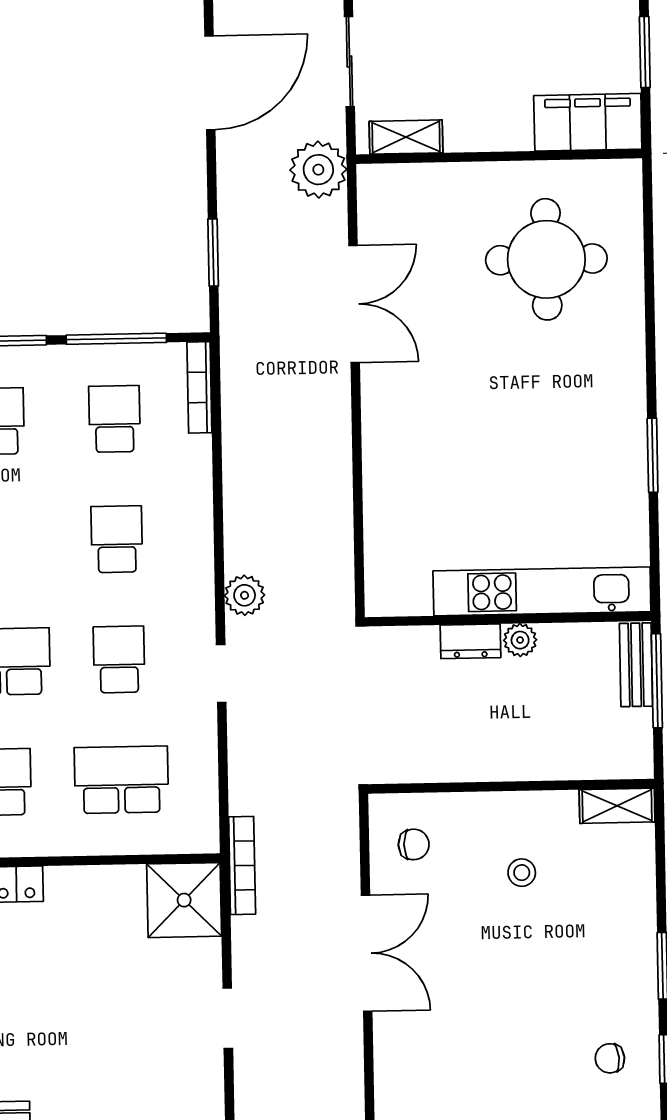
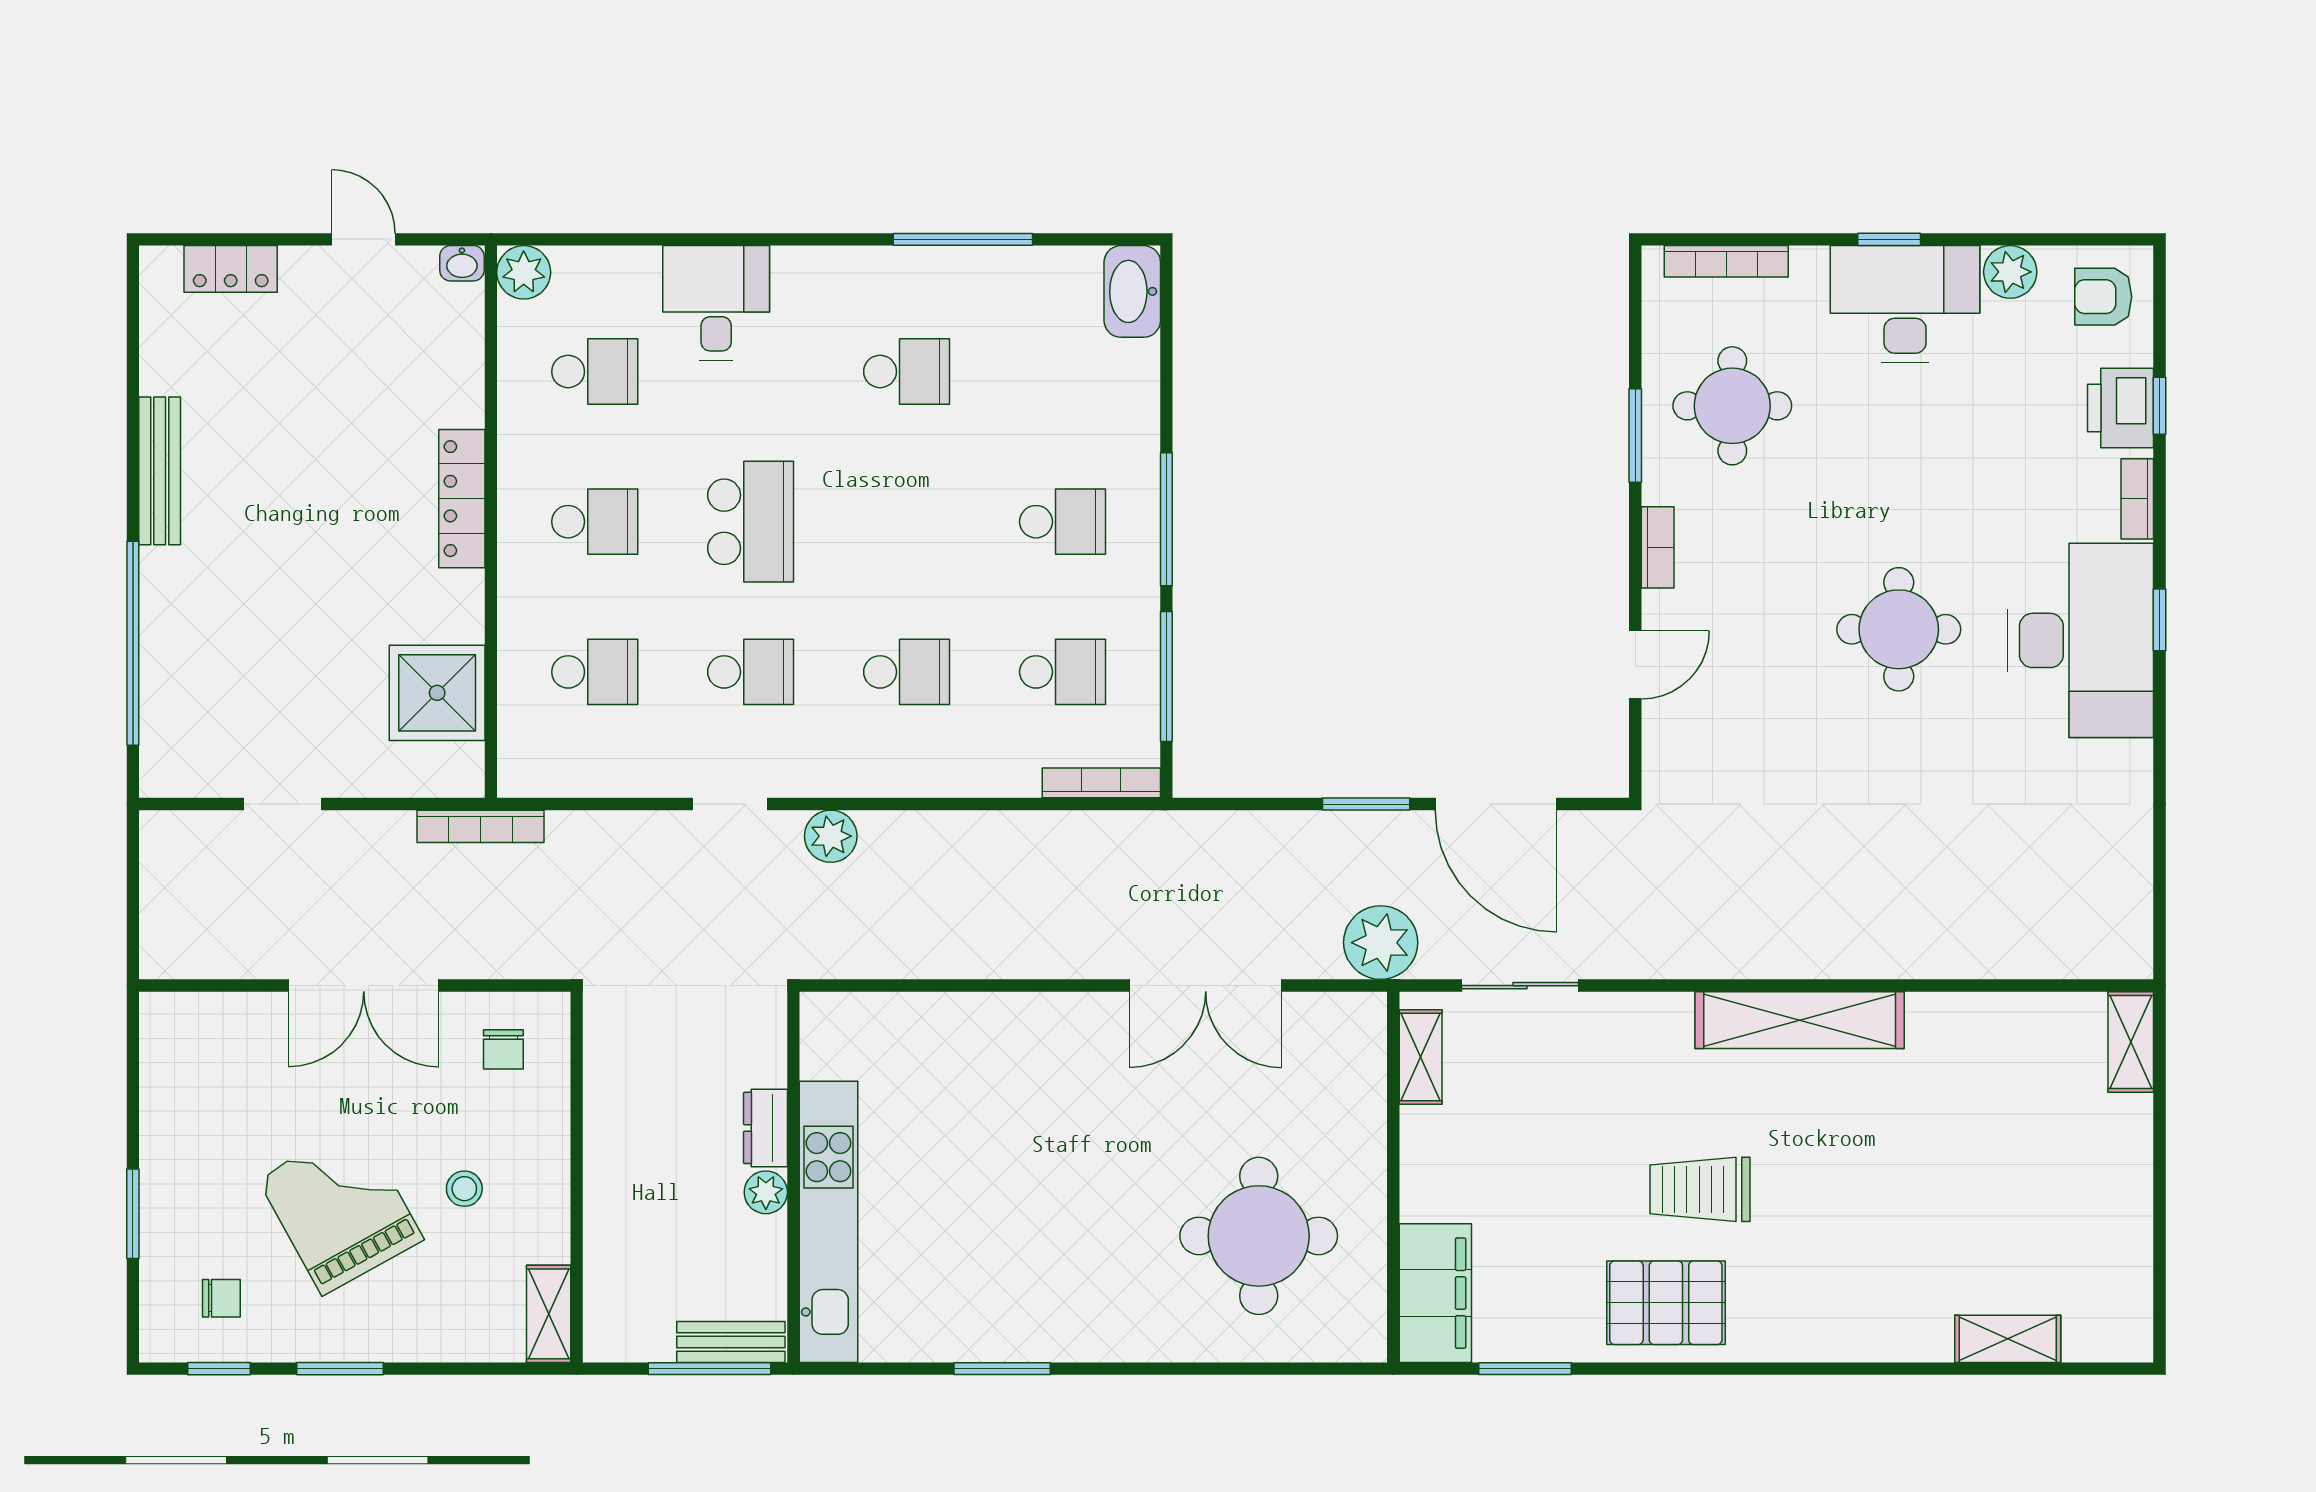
window: (213, 253) -> (1366, 804), moved
school desk: (121, 780) -> (595, 672), width x0.54
shower: (184, 900) -> (437, 693), moved
grand piano: (539, 968) -> (341, 1209), added
chair: (610, 1058) -> (221, 1298), turned 94

